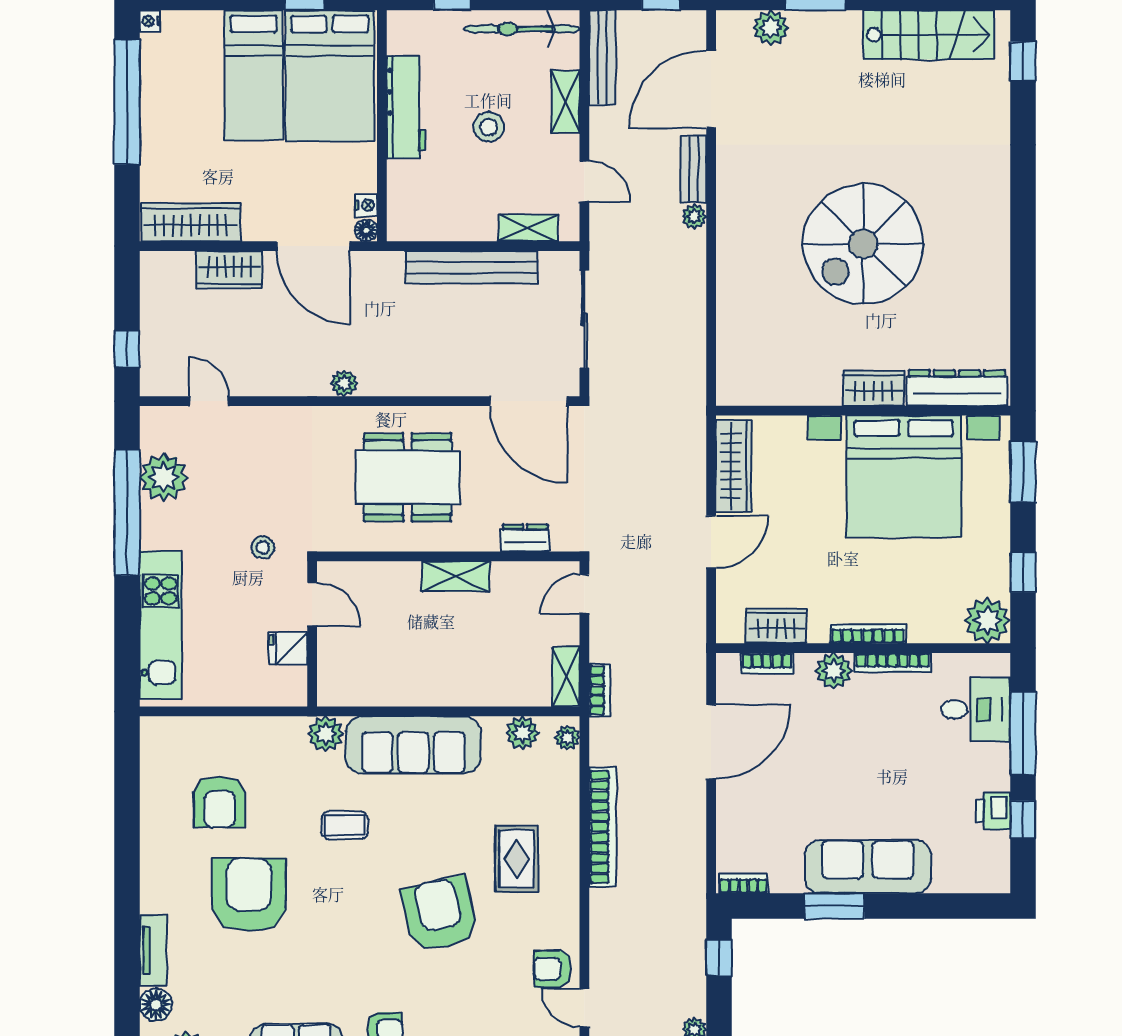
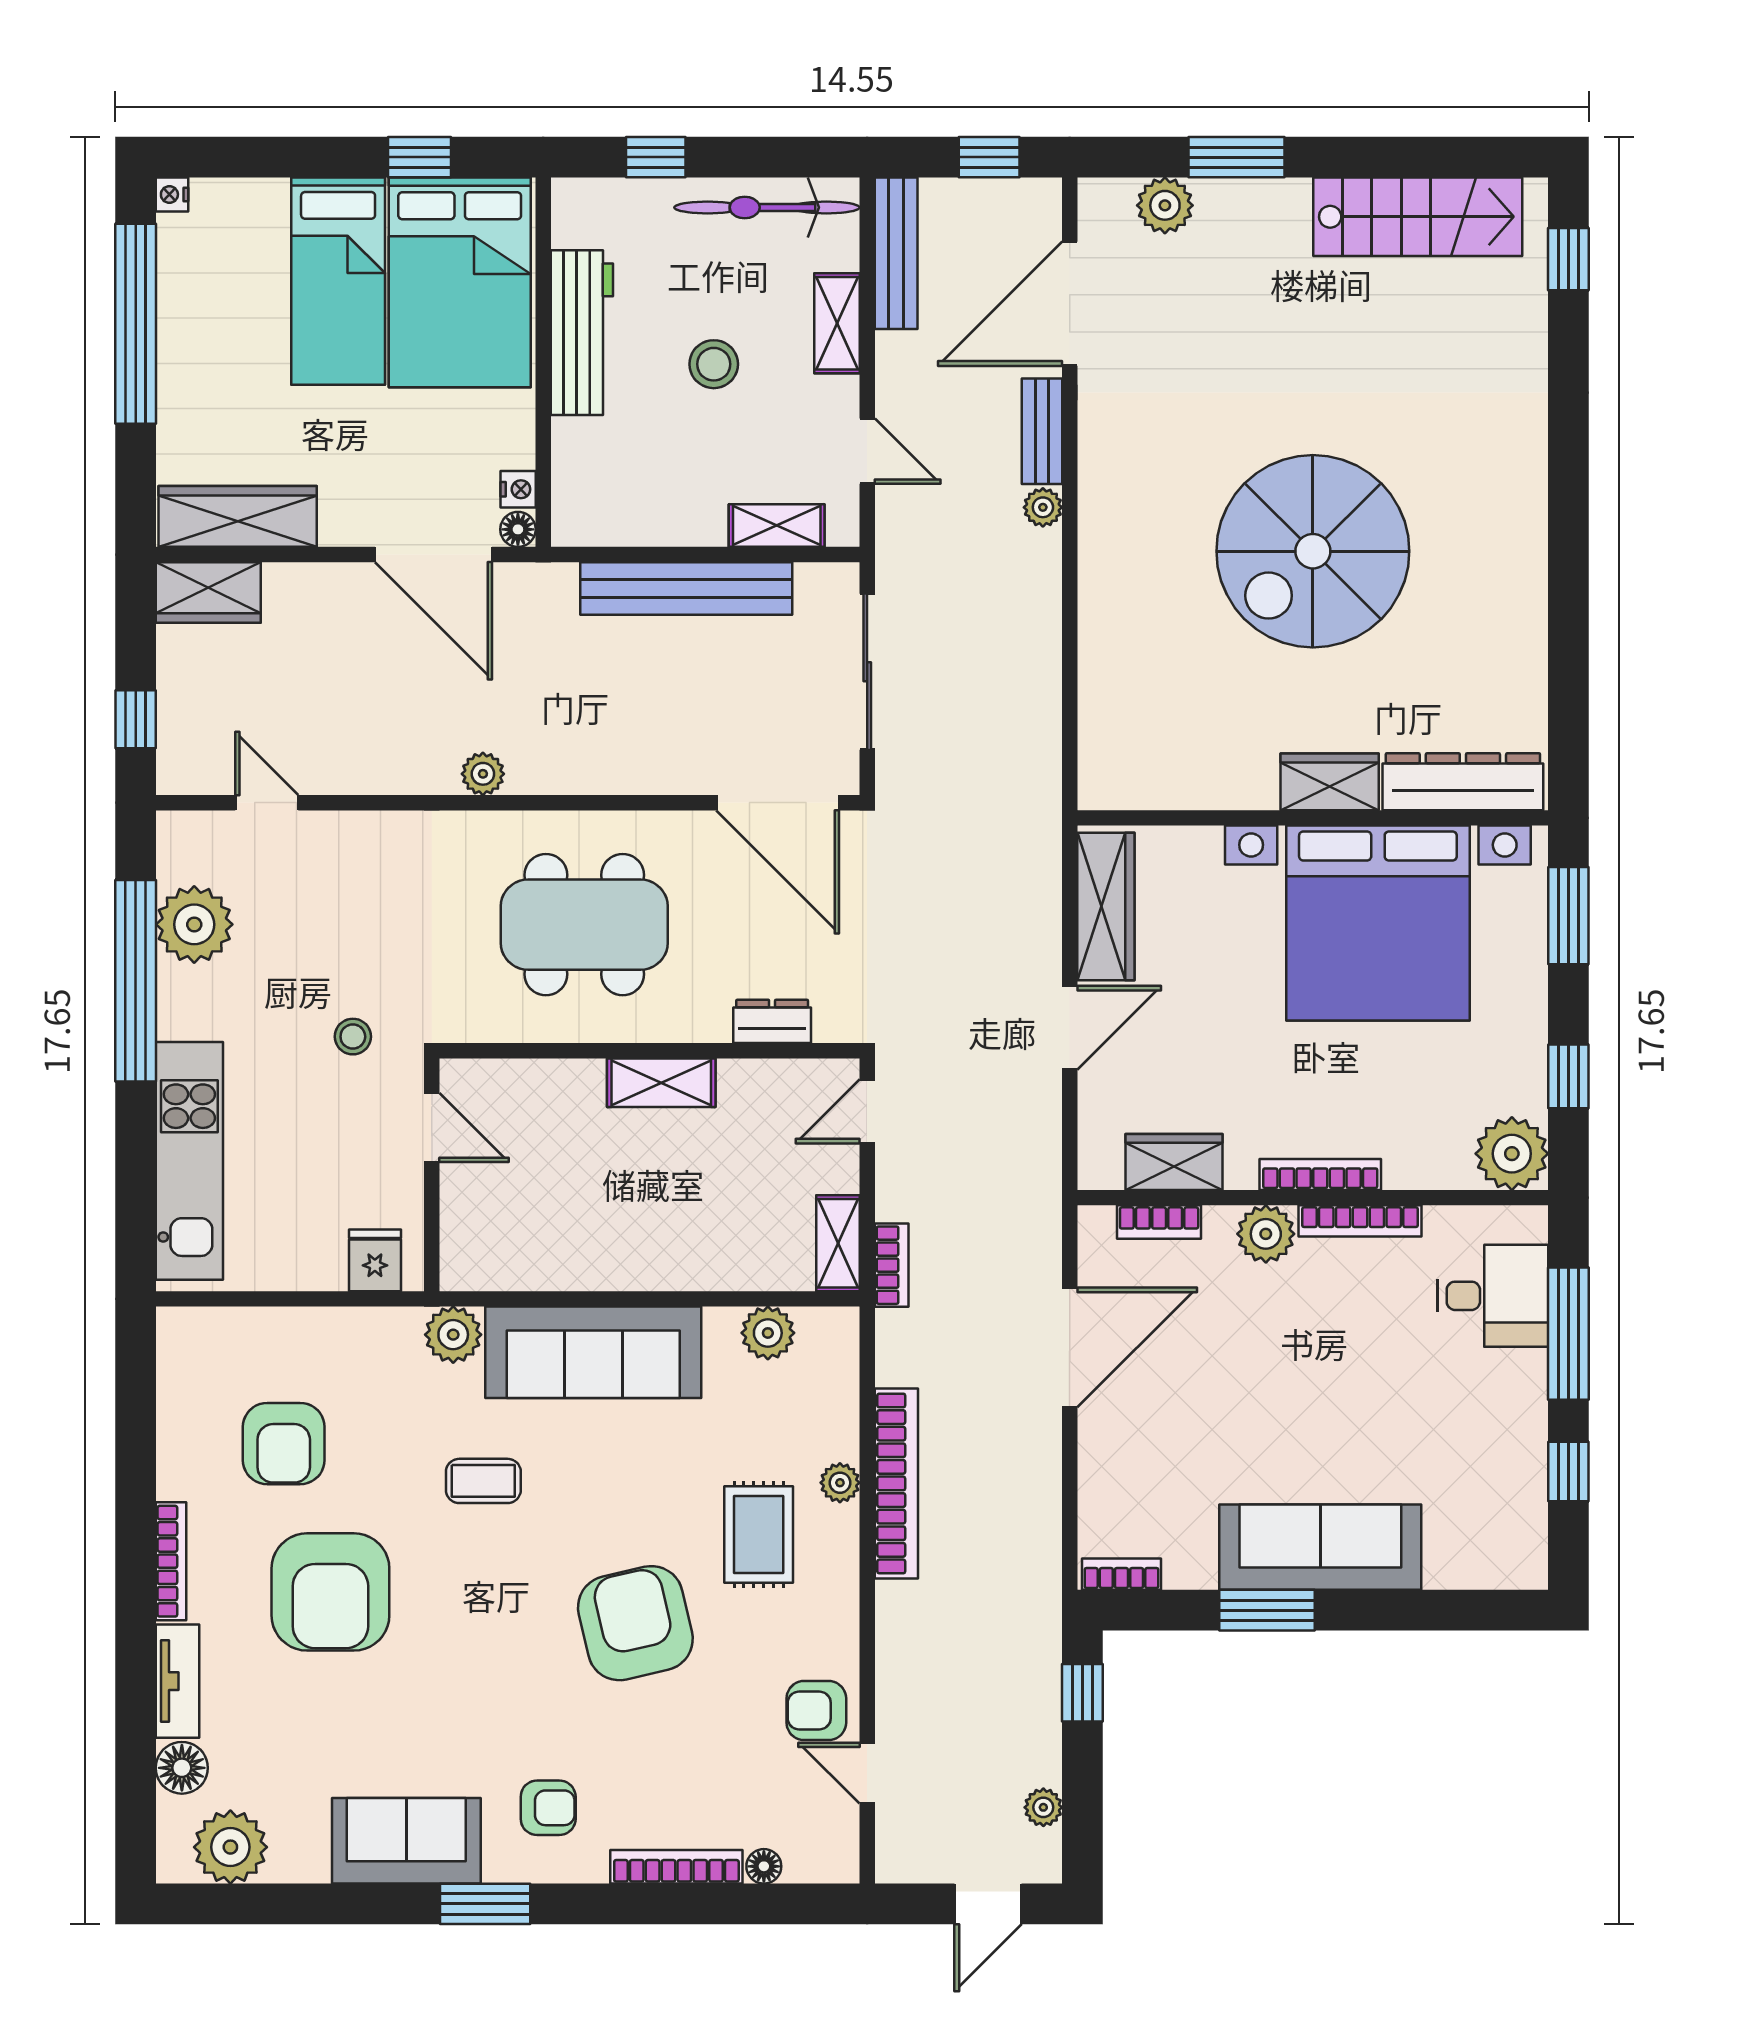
wardrobe: (229, 270) -> (208, 593), moved
fridge: (288, 648) -> (375, 1260), moved, turned 90
plant: (567, 738) -> (840, 1483), moved
printer: (993, 811) -> (1521, 1458), removed
bookcase: (149, 875) -> (171, 1561), added
armchair: (249, 895) -> (330, 1592), turned 180

